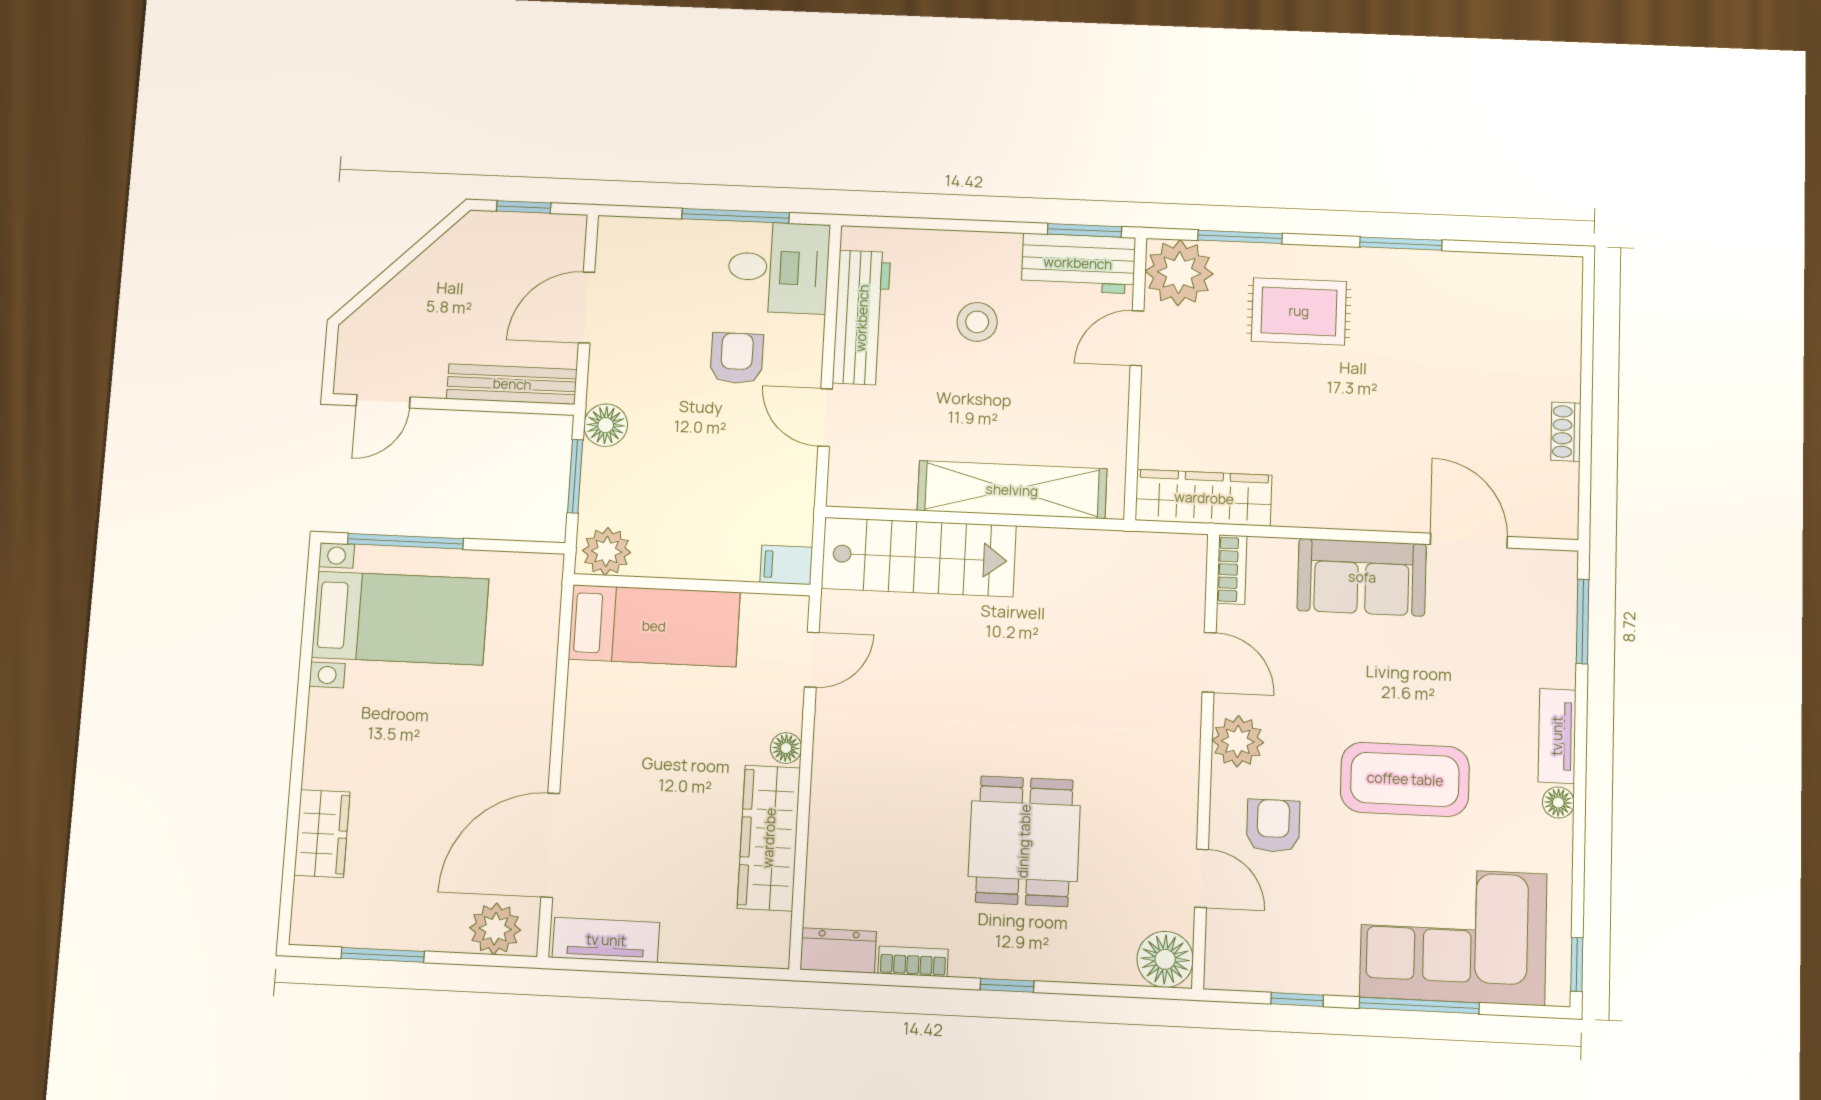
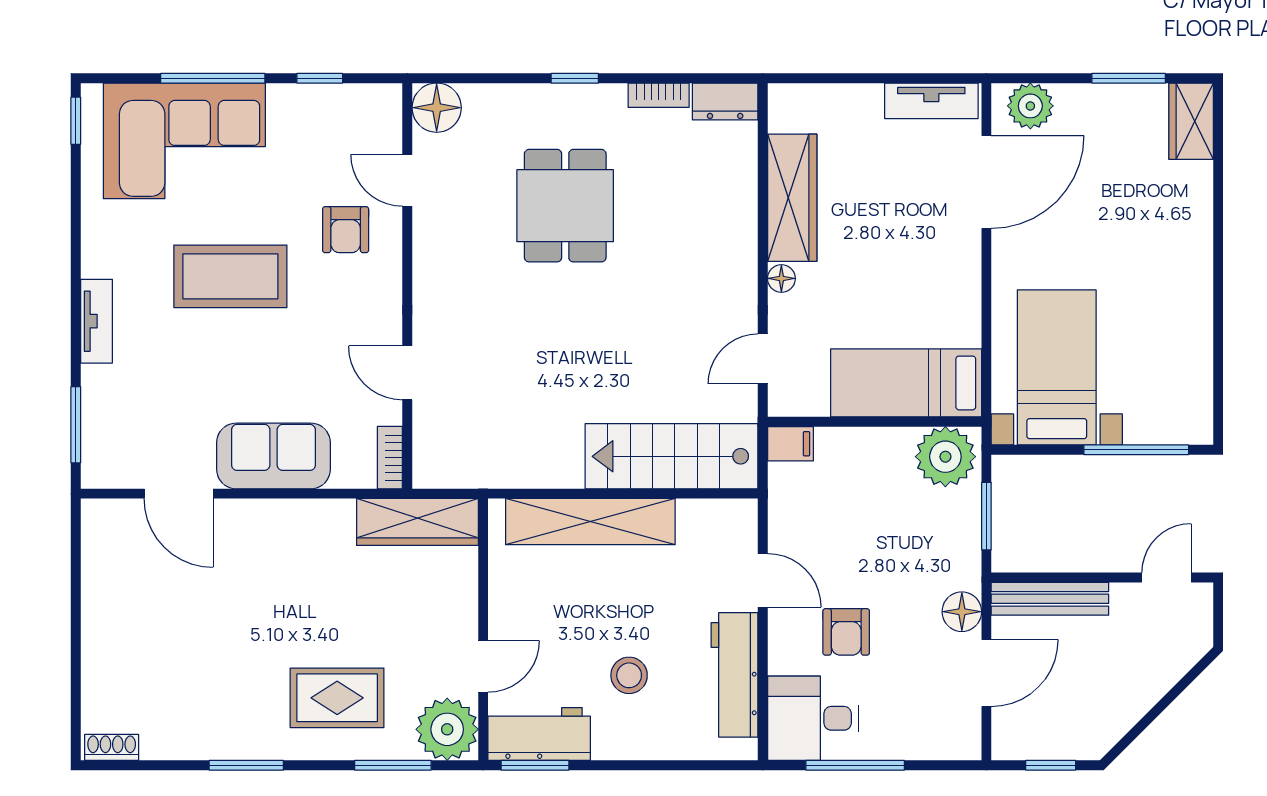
floor lamp: (606, 425) -> (962, 612), moved
shoe rack: (1566, 432) -> (112, 747), moved, turned -90
plant: (607, 551) -> (945, 457), width x1.36, depth x1.36
bed with nightstands: (400, 618) -> (1057, 367), moved, turned 90
plant: (1238, 741) -> (379, 303), removed
floor lamp: (1558, 802) -> (94, 262), removed
wardrobe: (322, 834) -> (1191, 121), moved

